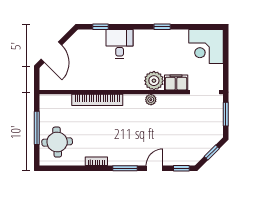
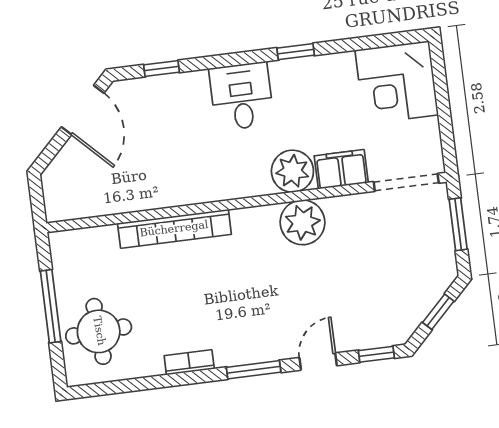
desk: (120, 44) -> (241, 96), moved
door: (51, 52) -> (83, 110), moved
plant: (151, 100) -> (303, 222), width x1.88, depth x1.88

